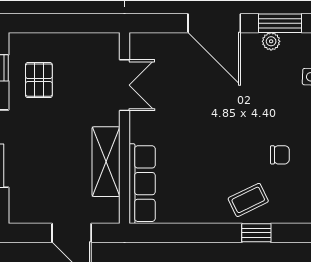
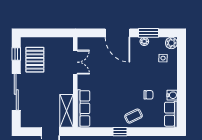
pallet: (39, 80) -> (35, 60), width x1.50, depth x1.42
shelving: (106, 162) -> (67, 111), moved
window: (256, 233) -> (120, 132), moved

